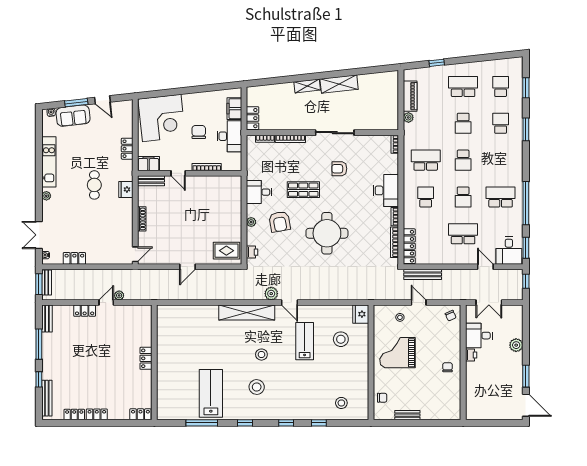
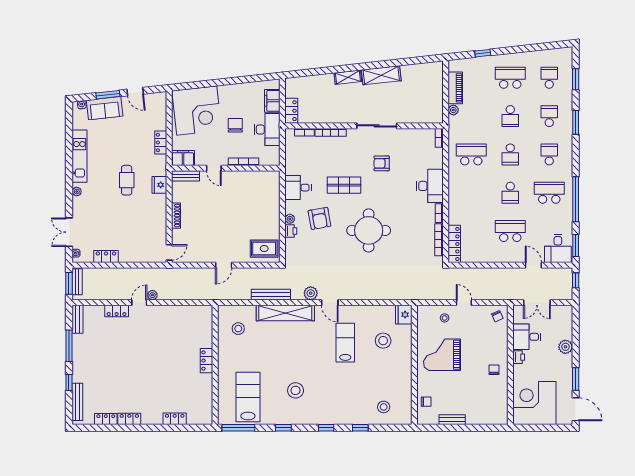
school desk: (426, 197) -> (549, 154), moved
printer: (252, 252) -> (291, 231), moved
bench: (423, 274) -> (271, 295), moved
stool: (261, 355) -> (238, 329), moved
locker: (146, 358) -> (207, 361), moved
wall: (154, 362) -> (215, 365), moved
corner desk: (486, 399) -> (534, 403), added

